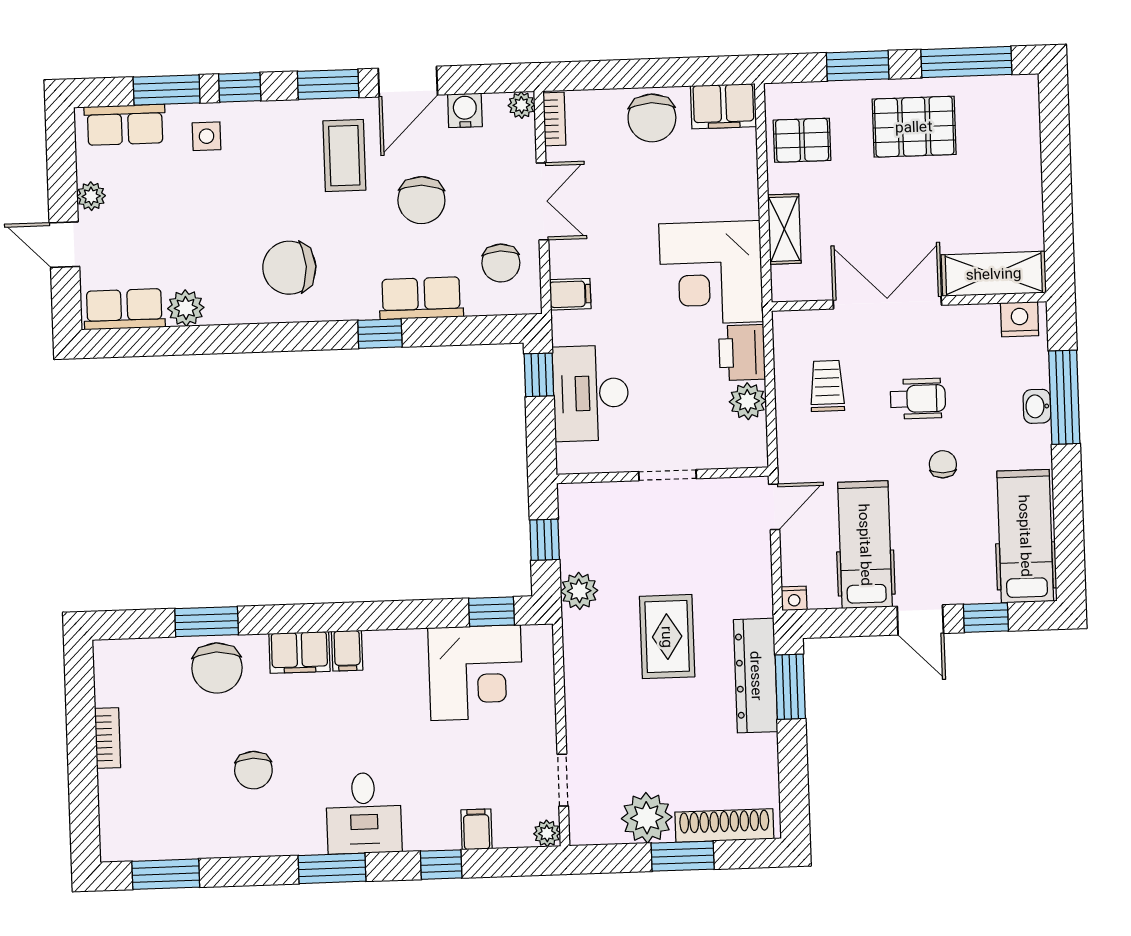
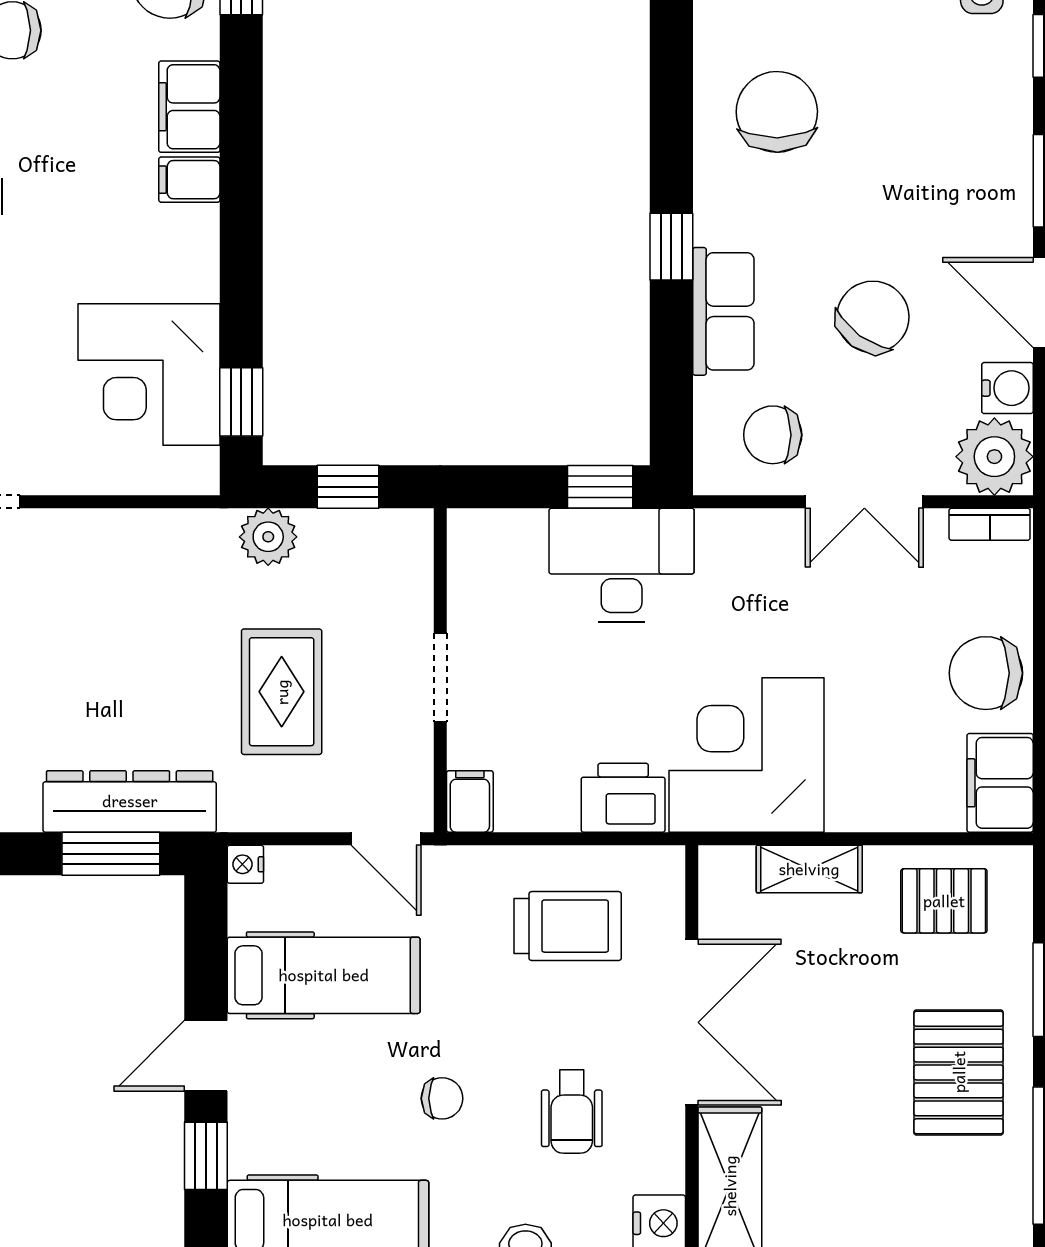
plant: (521, 105) -> (994, 457), width x1.88, depth x1.88
pallet: (802, 140) -> (944, 901), turned 90
coffee table: (344, 156) -> (945, 202), removed
chair: (421, 200) -> (873, 317), turned 123
filing cabinet: (570, 294) -> (470, 801), moved, turned 180
trolley: (827, 386) -> (568, 926), width x1.36, depth x1.39
desk: (591, 393) -> (622, 565), moved
wheelchair: (918, 399) -> (572, 1112), moved
plant: (748, 401) -> (549, 804), removed
rug: (667, 637) -> (282, 692), moved, turned 90

